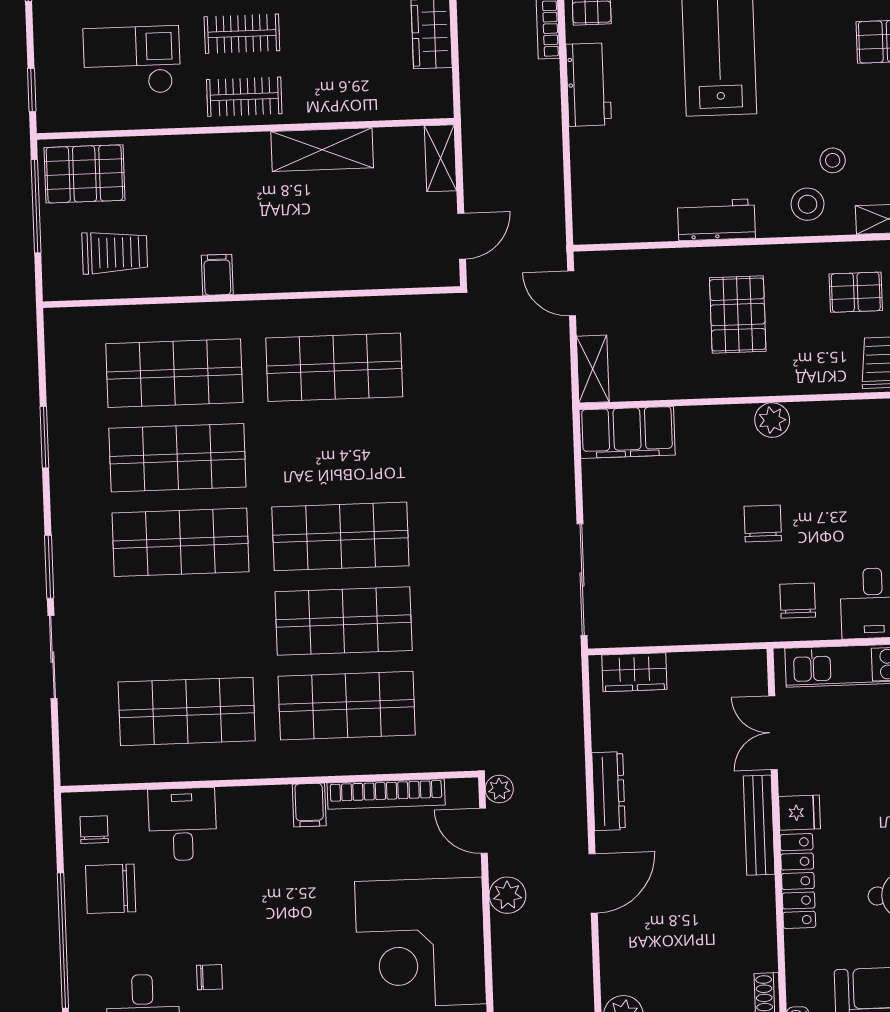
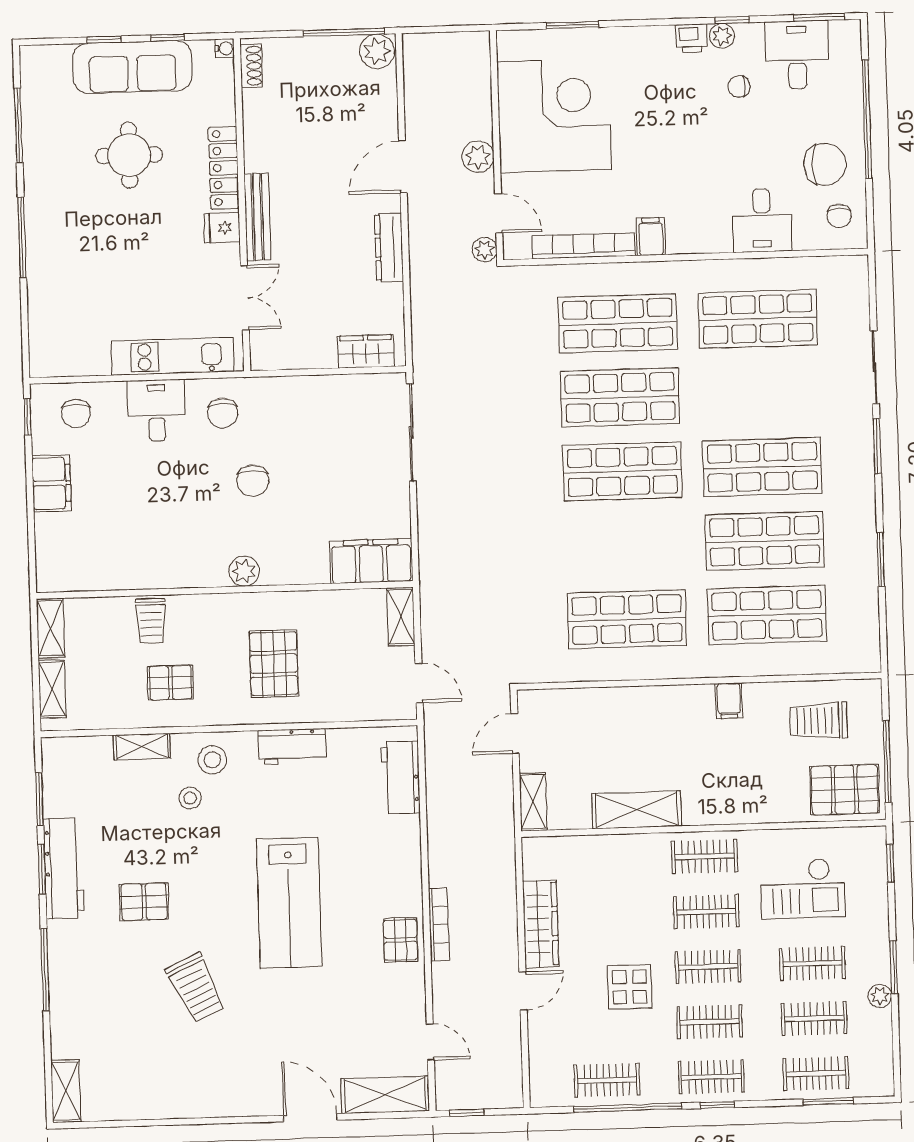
workbench: (589, 85) -> (400, 777), moved

